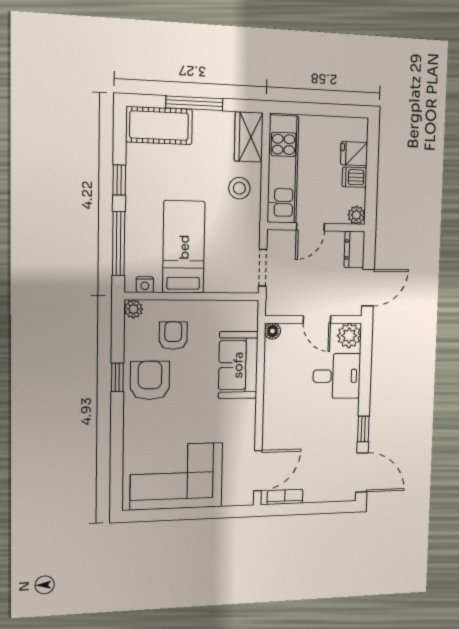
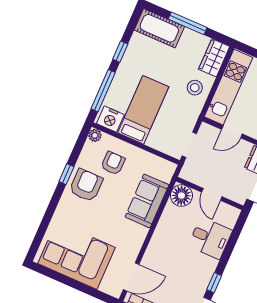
nightstand: (145, 285) -> (110, 119), width x1.89, depth x1.79
floor lamp: (272, 331) -> (181, 196), width x1.89, depth x1.89
plant: (349, 336) -> (230, 215), removed

